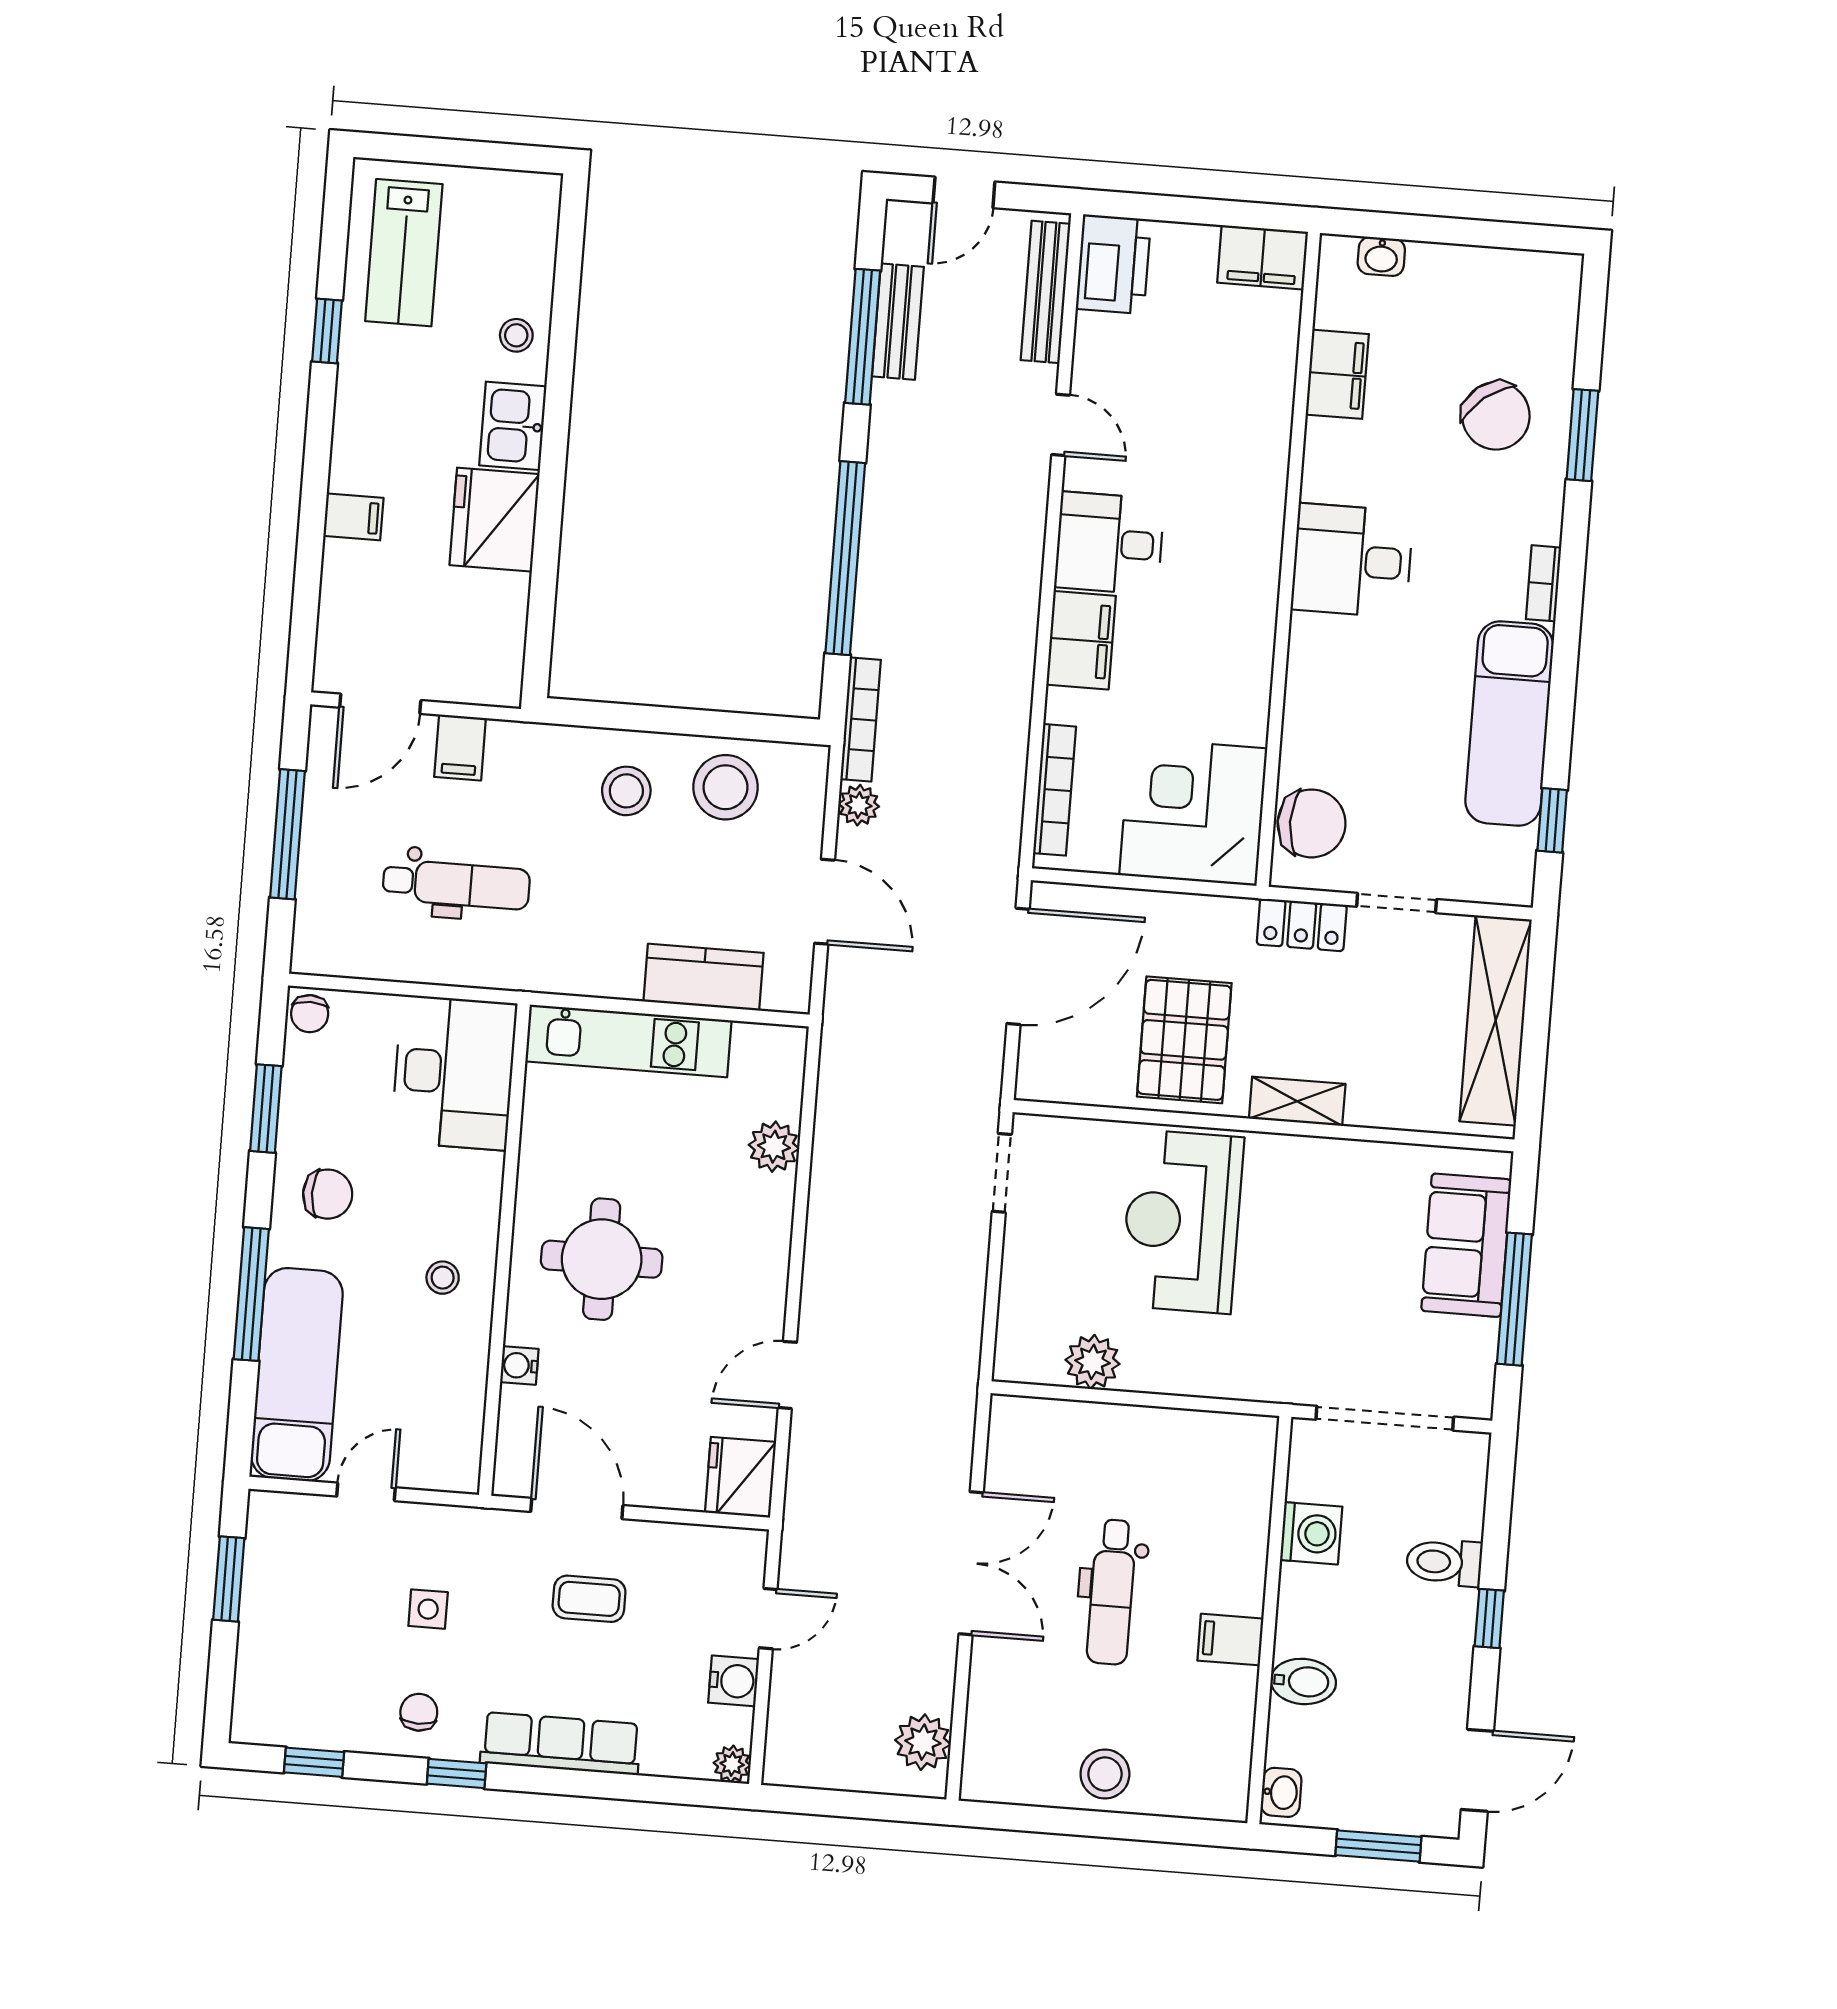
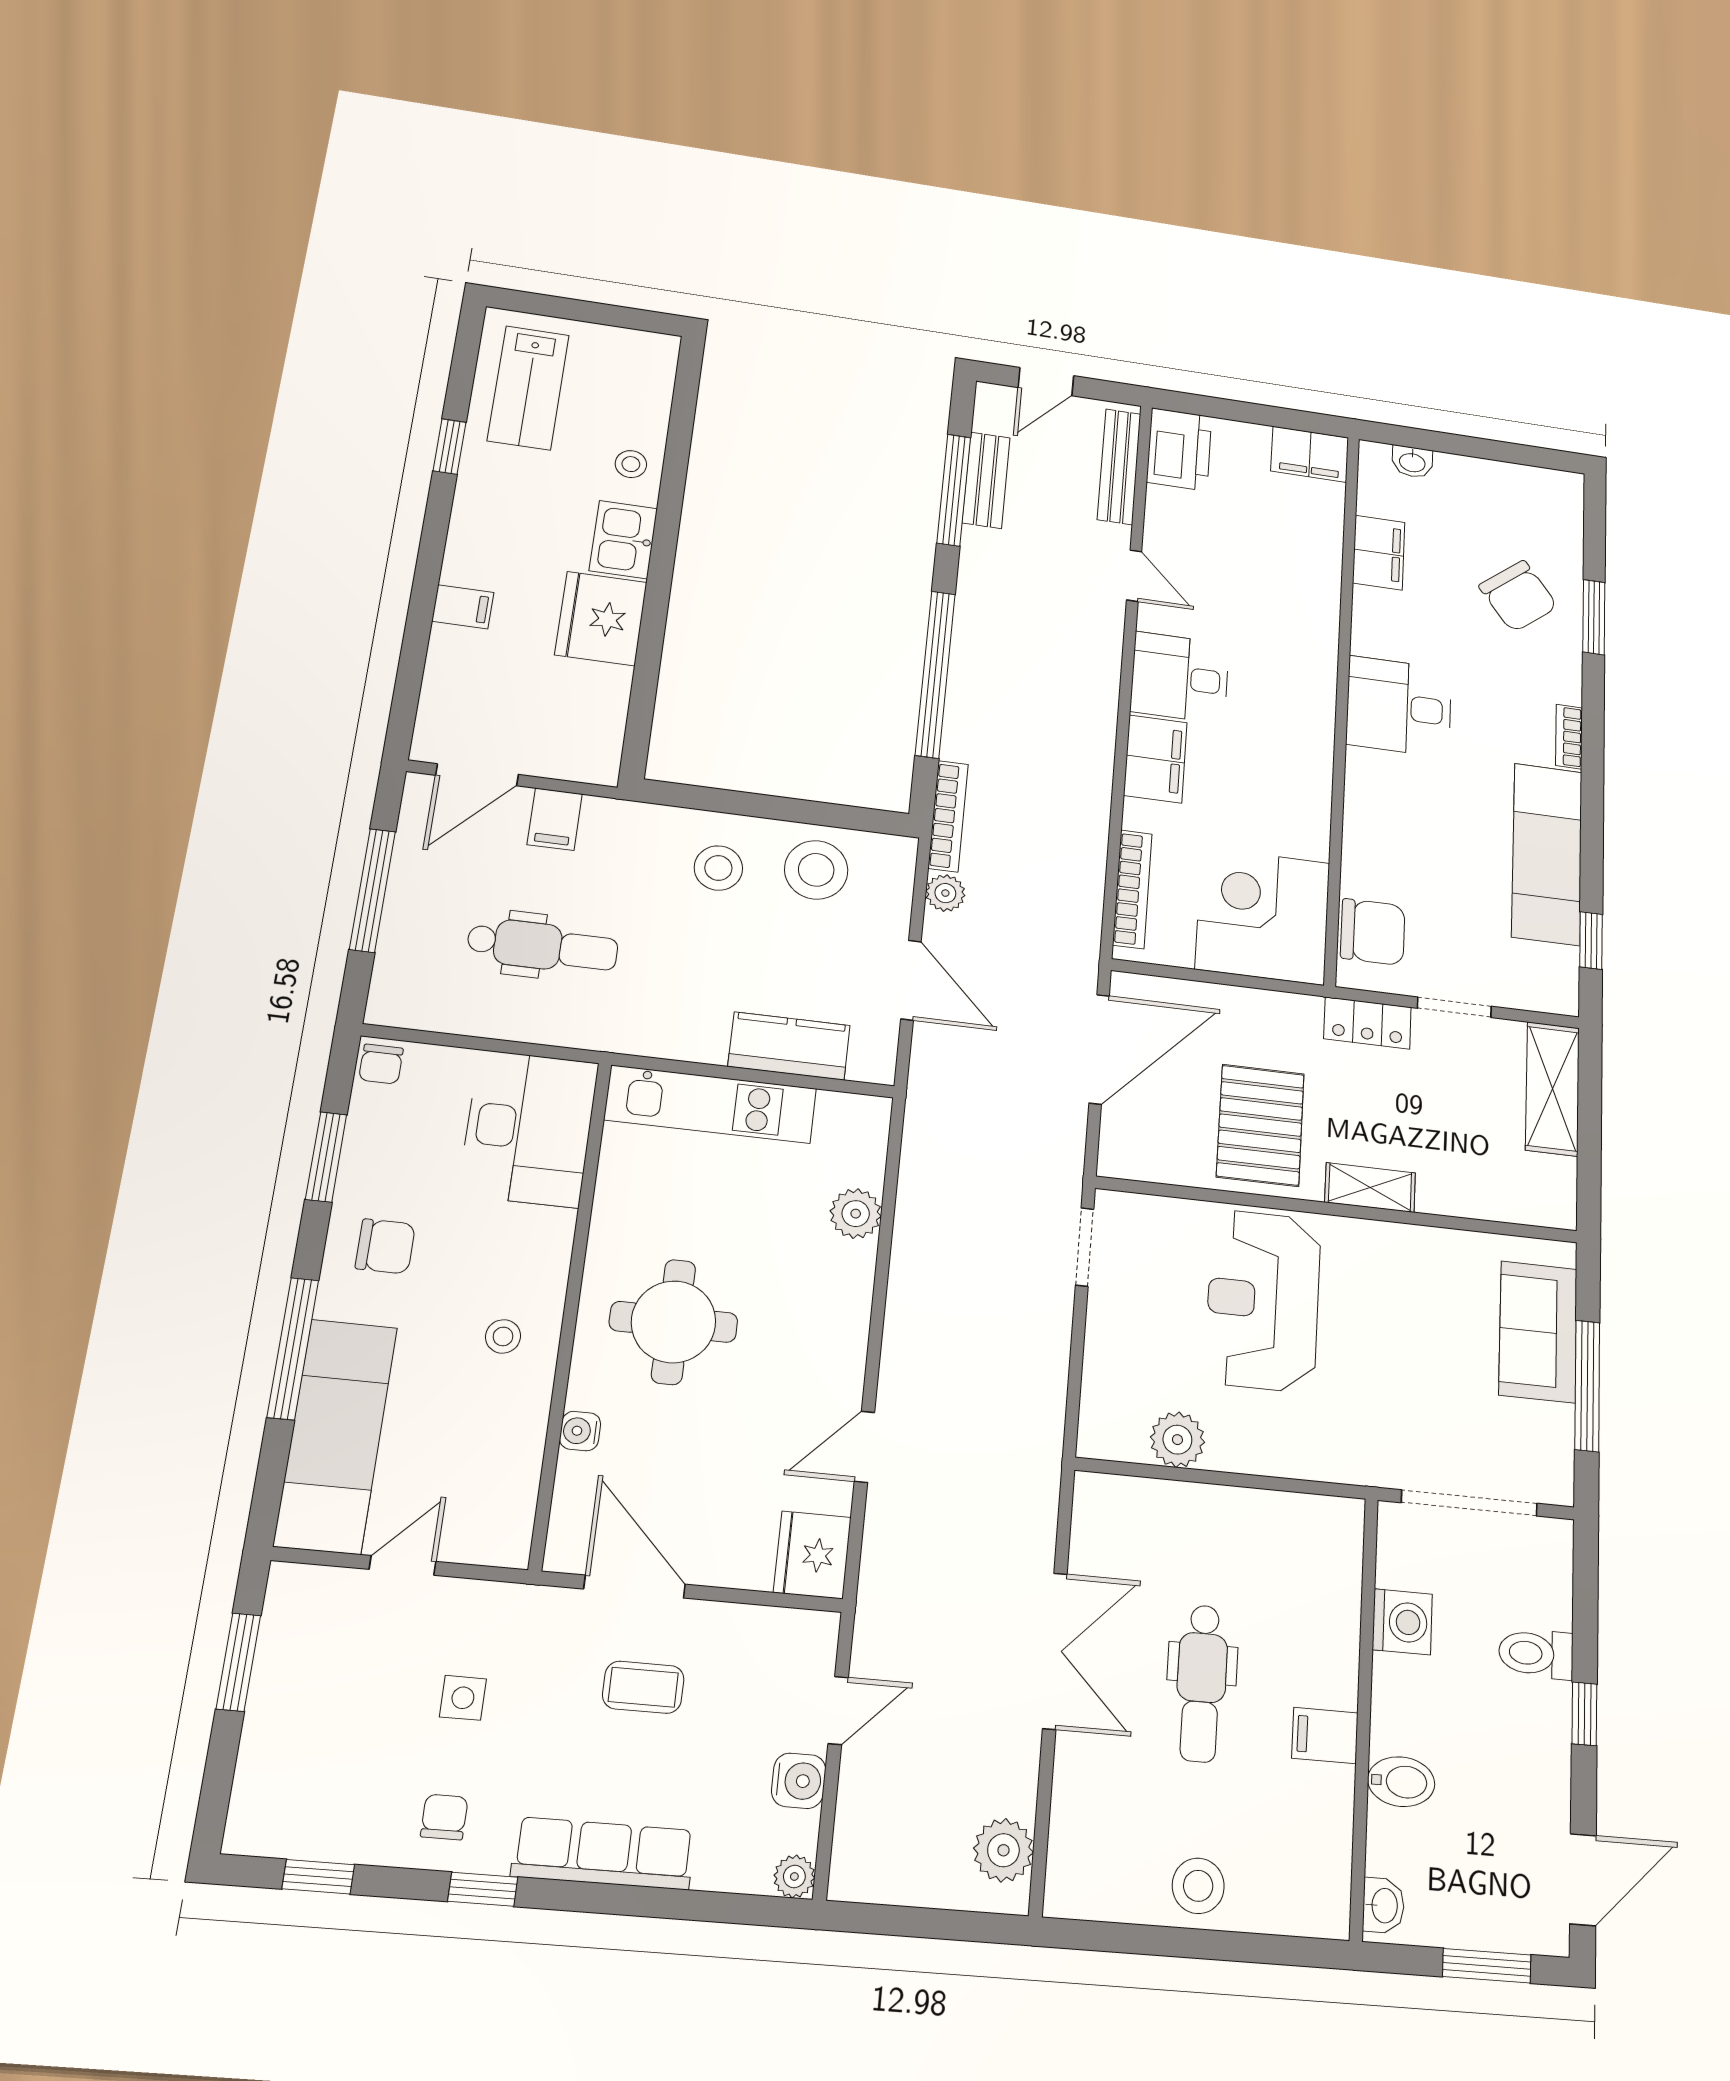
shelving: (1496, 1020) -> (1552, 1089), width x0.68

